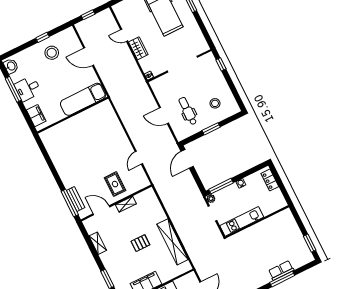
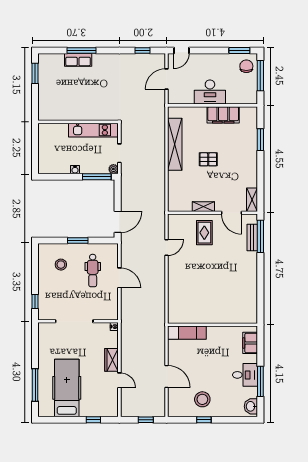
exam couch: (83, 99) -> (187, 333), width x0.73, depth x0.69
locker: (270, 180) -> (44, 158), removed
shelving: (98, 243) -> (252, 200), moved

